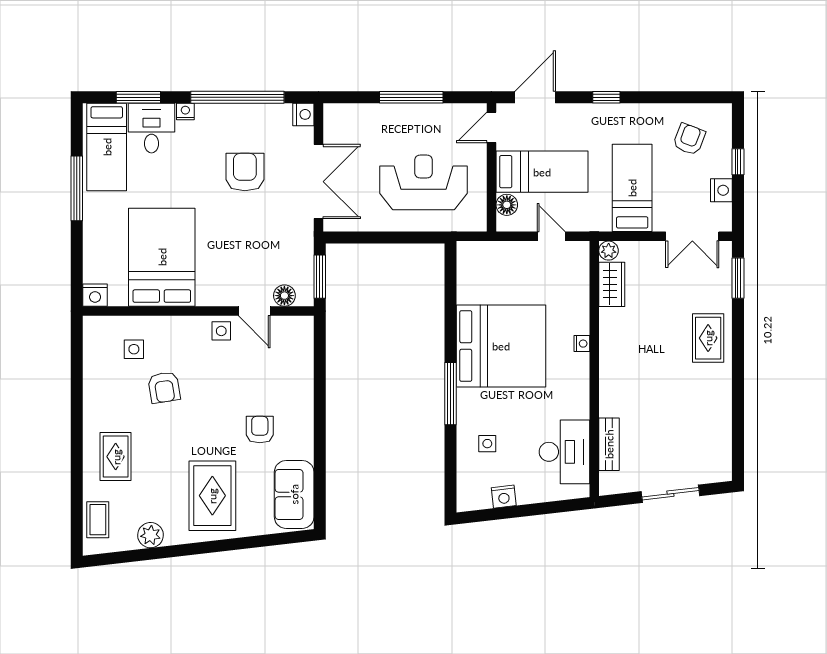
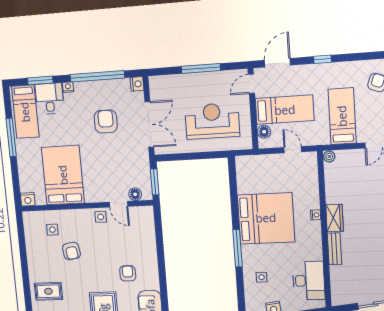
wardrobe: (612, 284) -> (335, 218), moved
bench: (609, 444) -> (334, 249), moved
rug: (116, 457) -> (48, 291), turned 90

